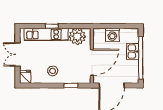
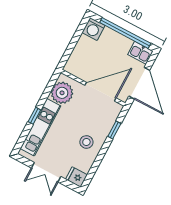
washing machine: (112, 35) -> (93, 29), moved, turned 90
kitchen sink: (133, 51) -> (140, 53), moved
door: (92, 62) -> (100, 92), hinge flipped

